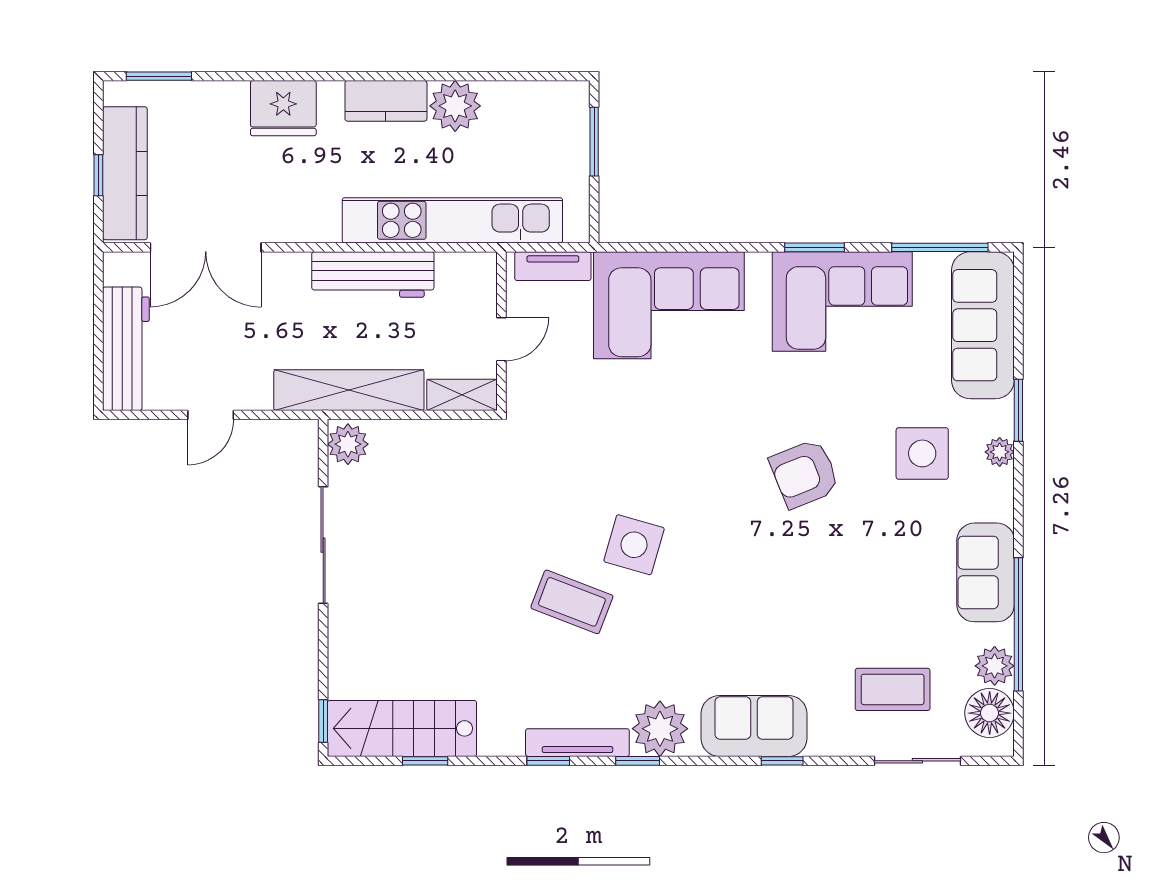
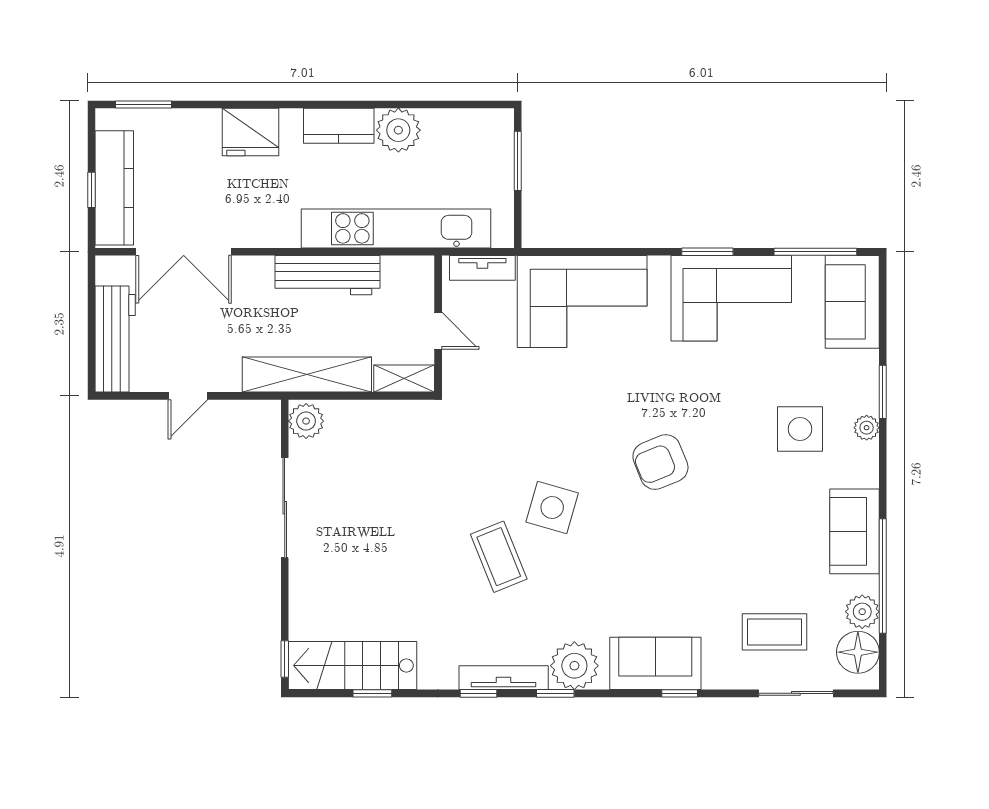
sofa: (983, 325) -> (852, 302), width x0.73
door: (501, 339) -> (438, 331), hinge flipped
armchair: (805, 474) -> (660, 462), moved
coffee table: (572, 602) -> (499, 557), turned 47

